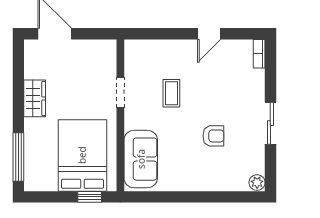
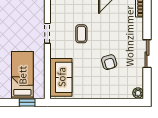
armchair: (213, 136) -> (109, 62), turned 73
bed: (82, 155) -> (22, 75), width x0.67

